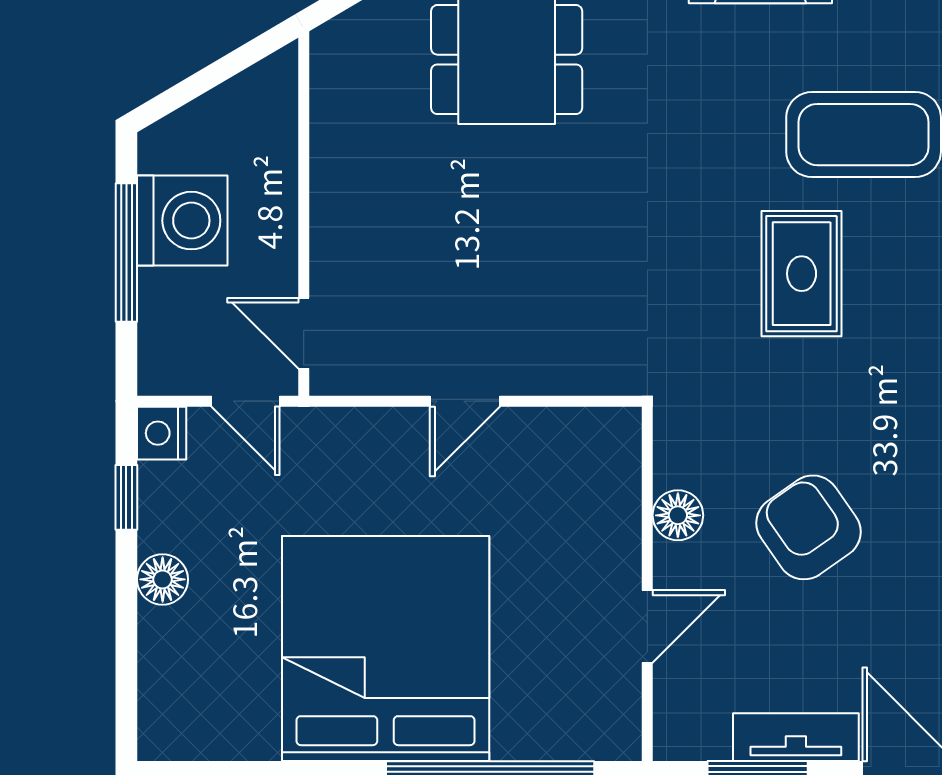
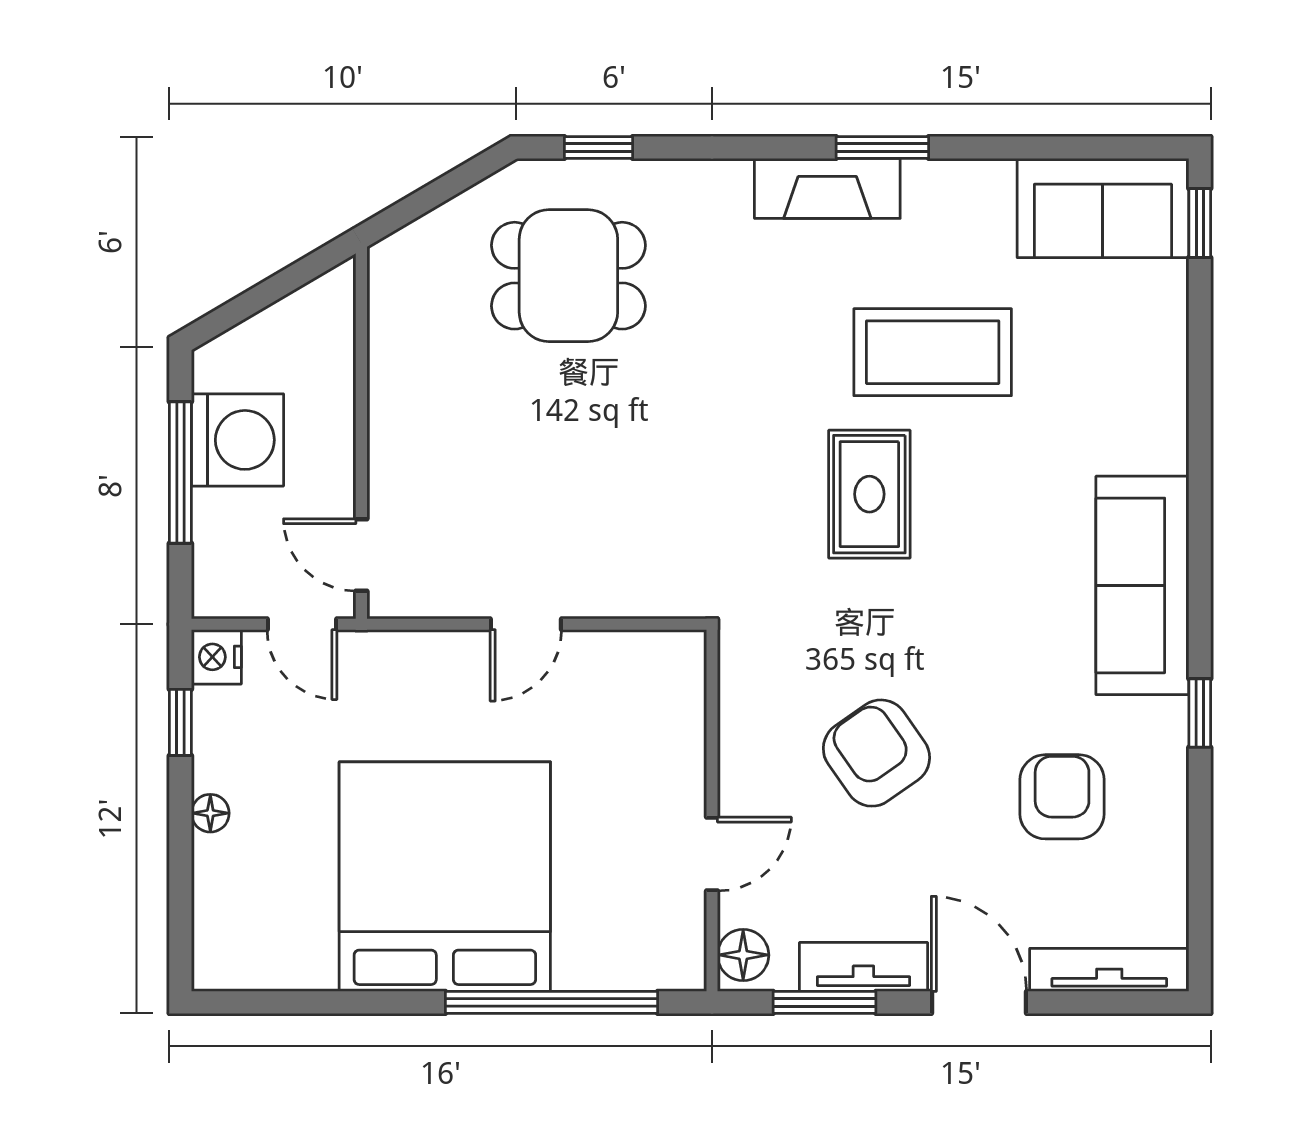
floor lamp: (678, 515) -> (743, 955), moved
floor lamp: (163, 579) -> (210, 813), width x0.73, depth x0.73

